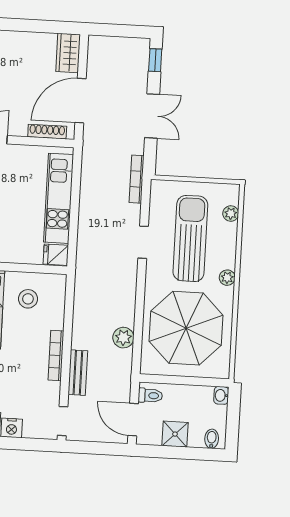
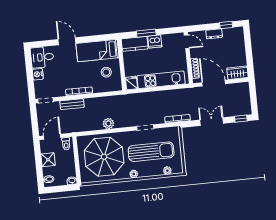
double door: (152, 116) -> (212, 122), swing flipped
plant: (123, 338) -> (108, 123), moved

